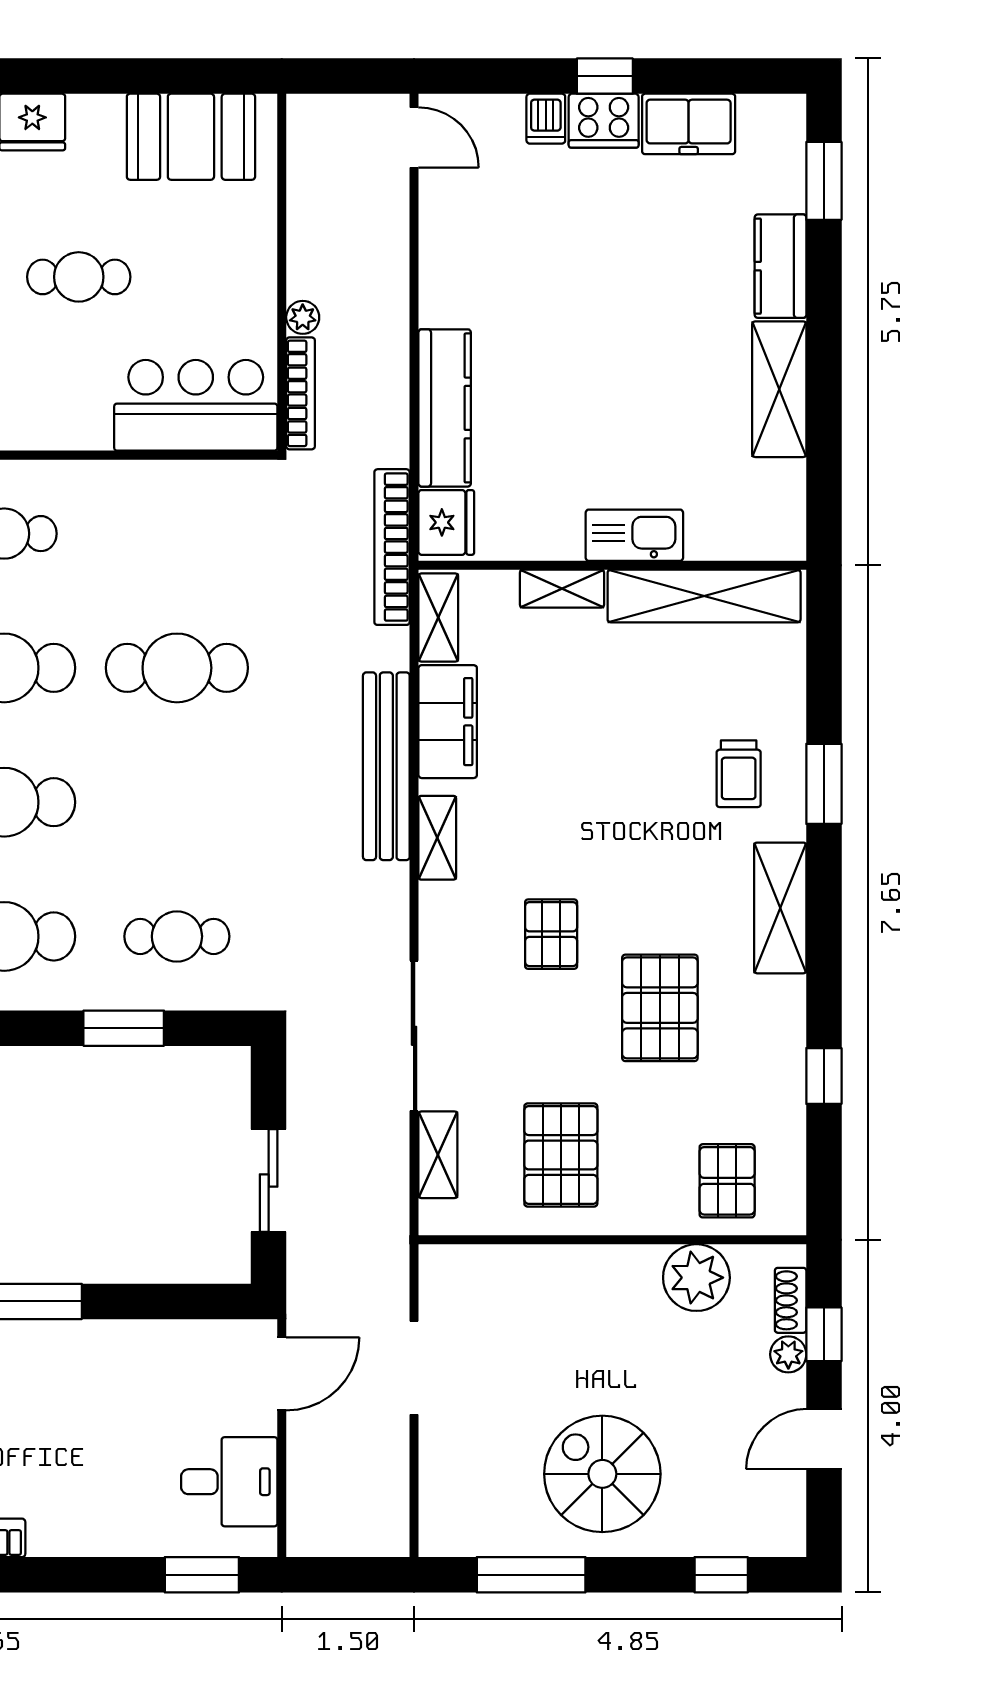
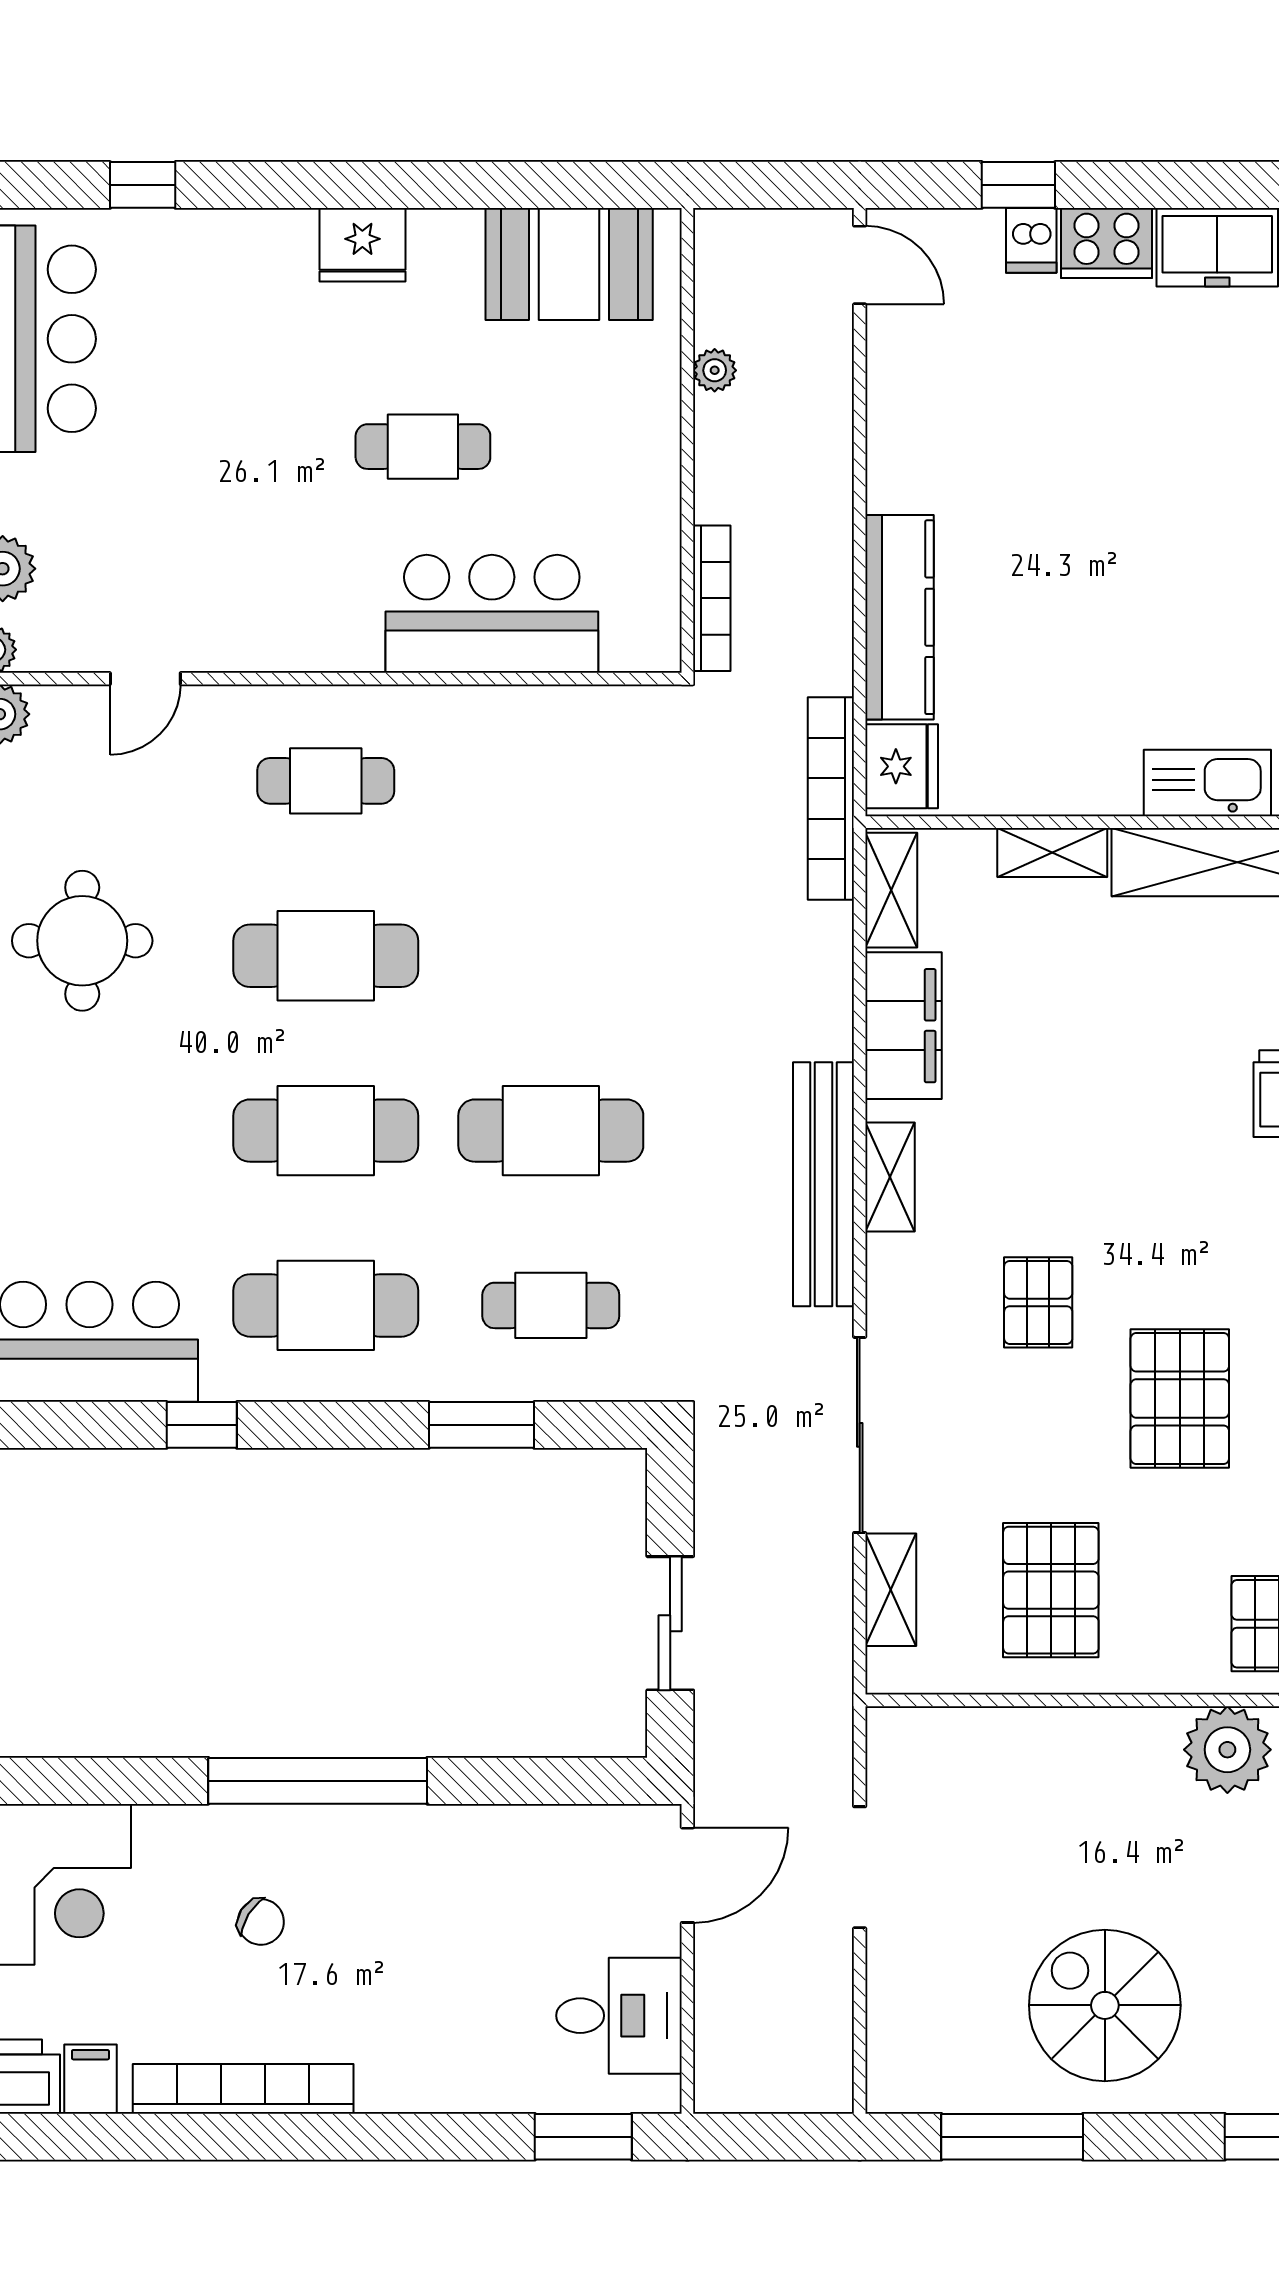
window: (605, 76) -> (1018, 185), moved
plant: (303, 317) -> (715, 370), moved
bar counter: (196, 405) -> (492, 614), moved
kitchen sink: (634, 535) -> (1207, 783), moved
cafe table: (177, 668) -> (551, 1131), moved
bench: (386, 766) -> (823, 1184), moved

